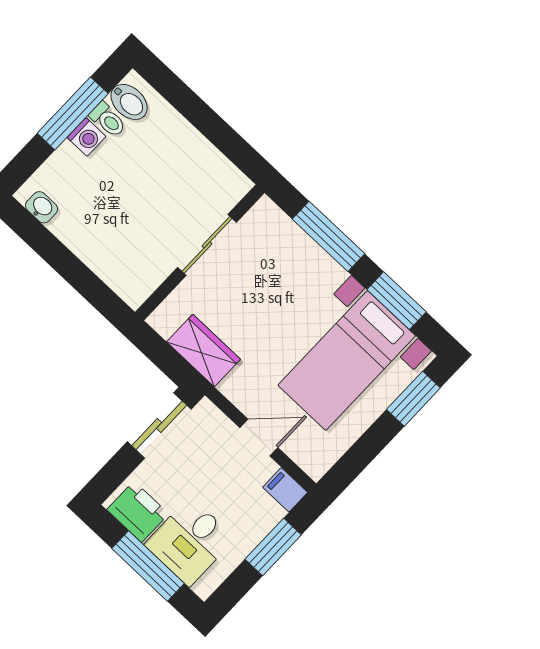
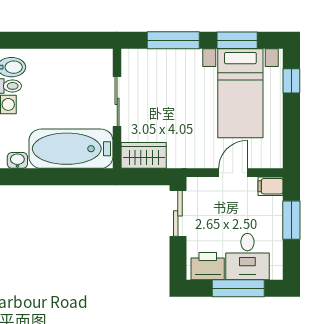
bathtub: (110, 249) -> (71, 149), added
wardrobe: (204, 351) -> (144, 155), moved
window: (413, 399) -> (291, 81), width x0.67

